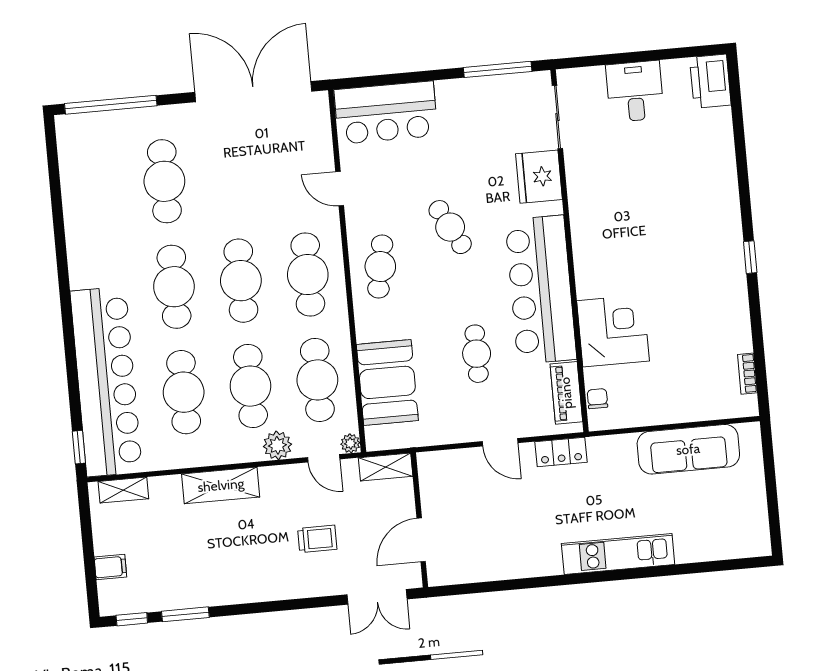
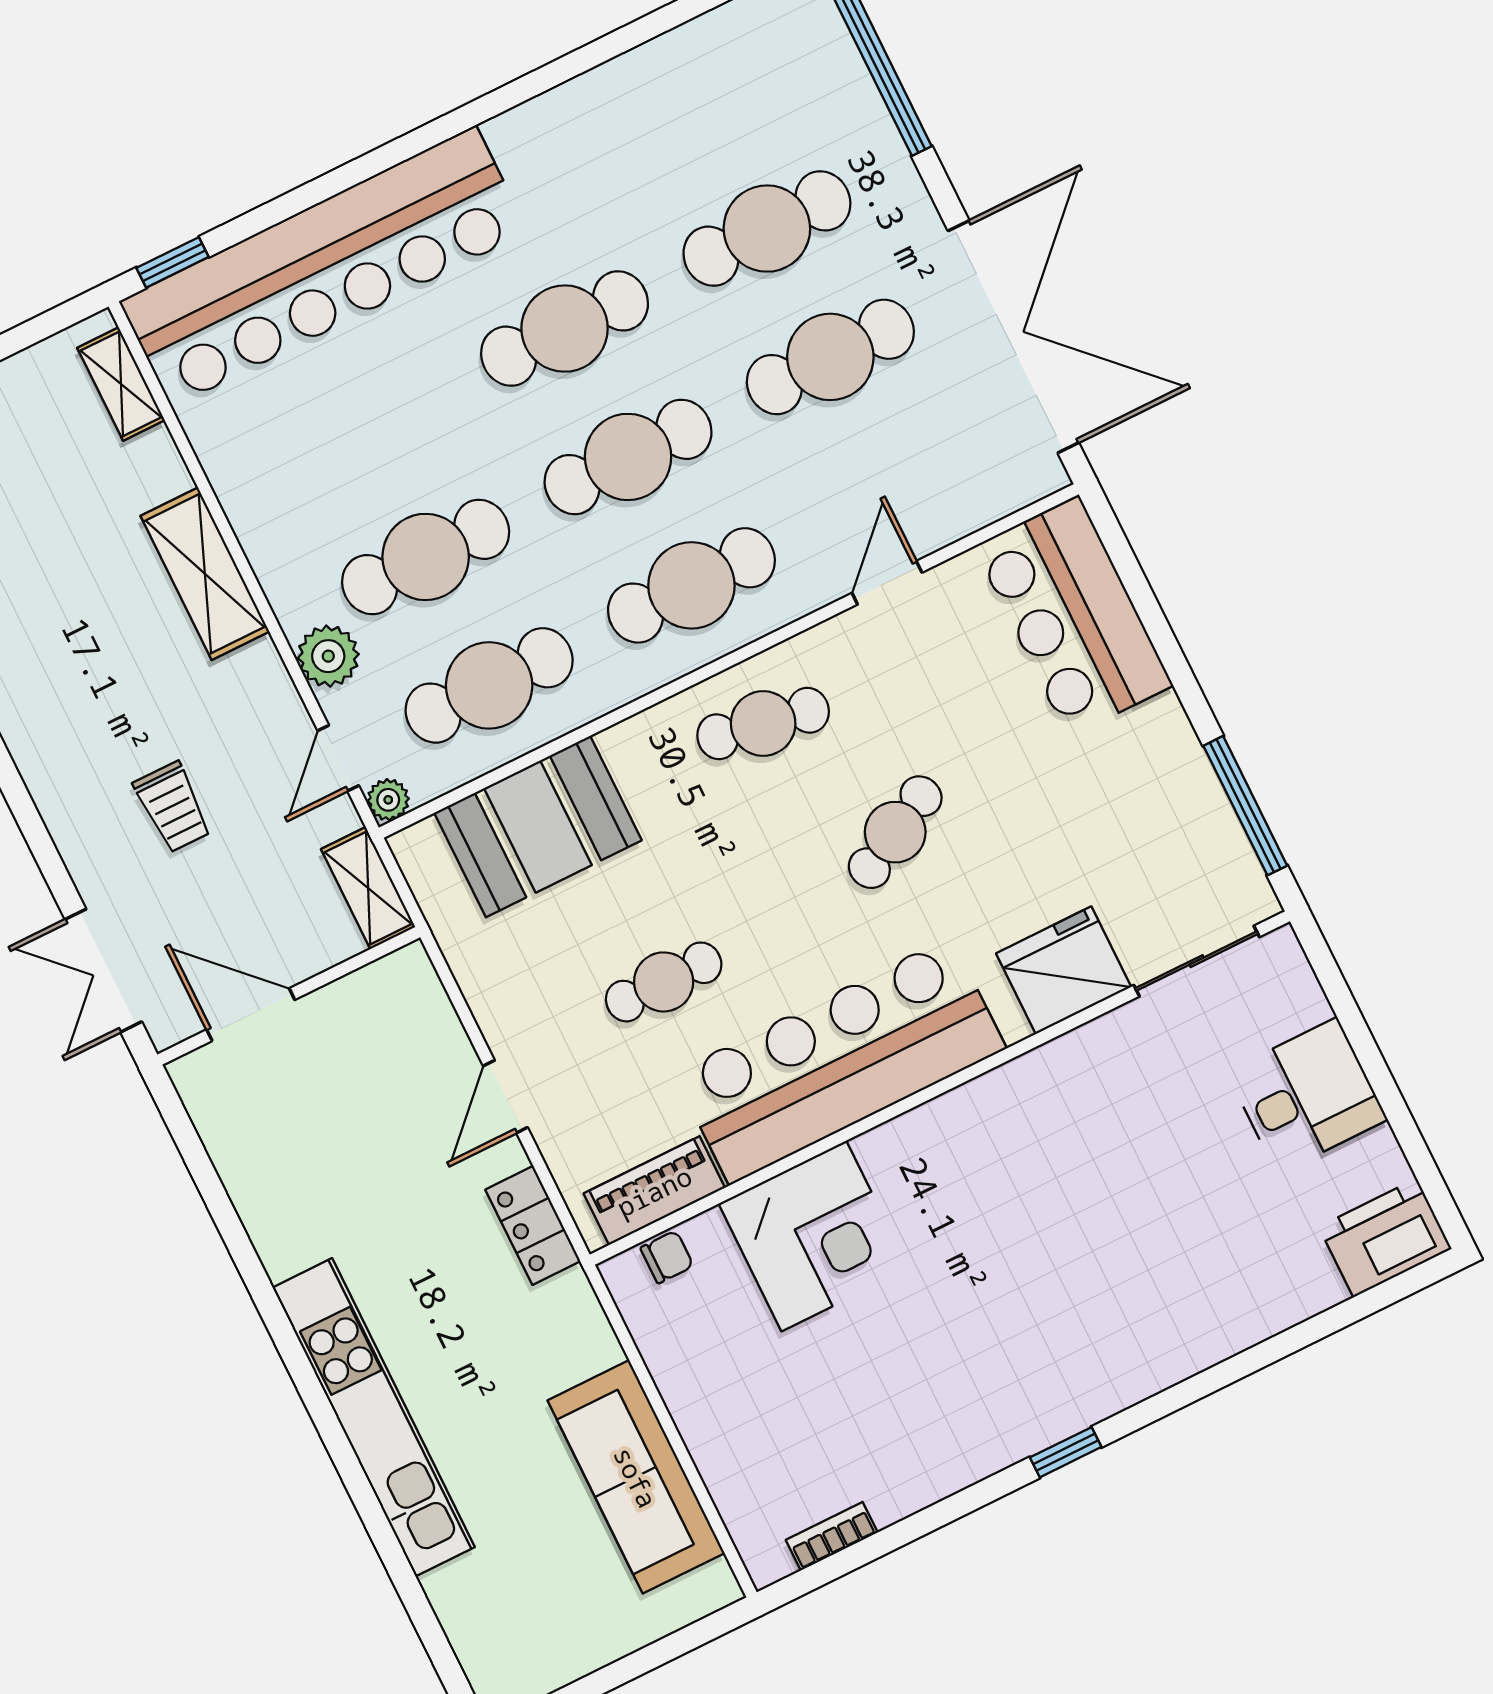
cafe table: (184, 392) -> (830, 357), moved
kitchen unit: (618, 554) -> (374, 1417), width x1.36

